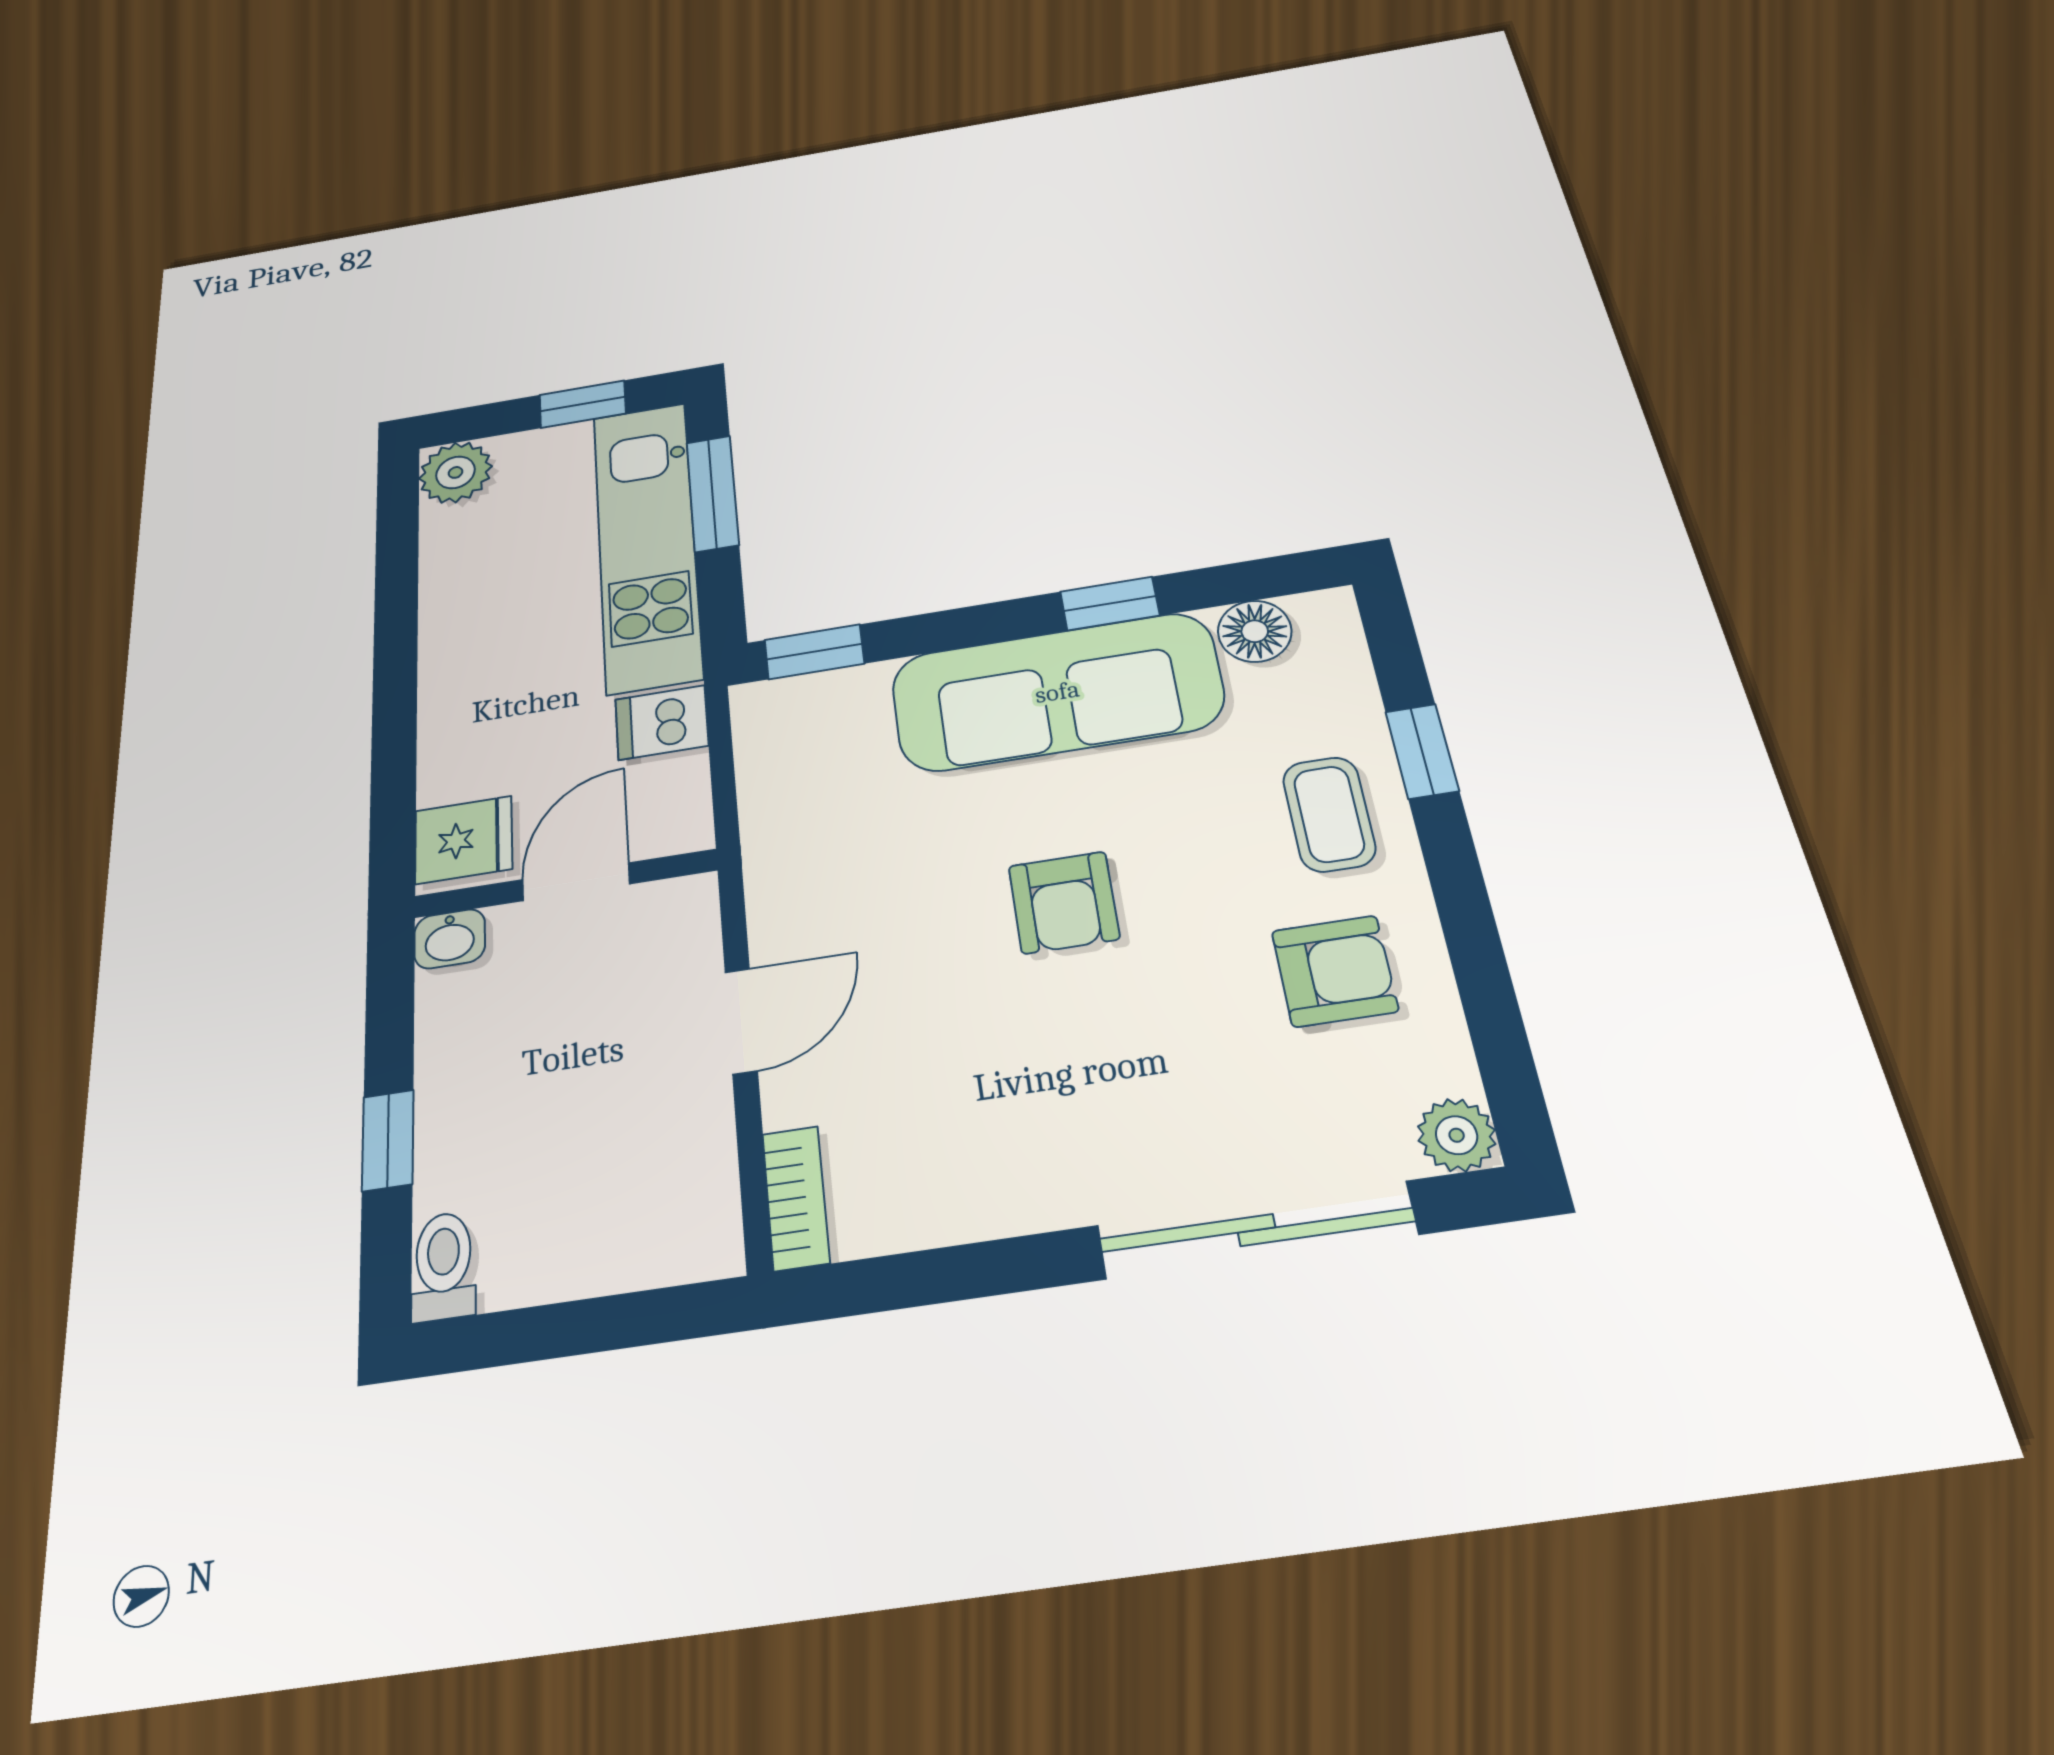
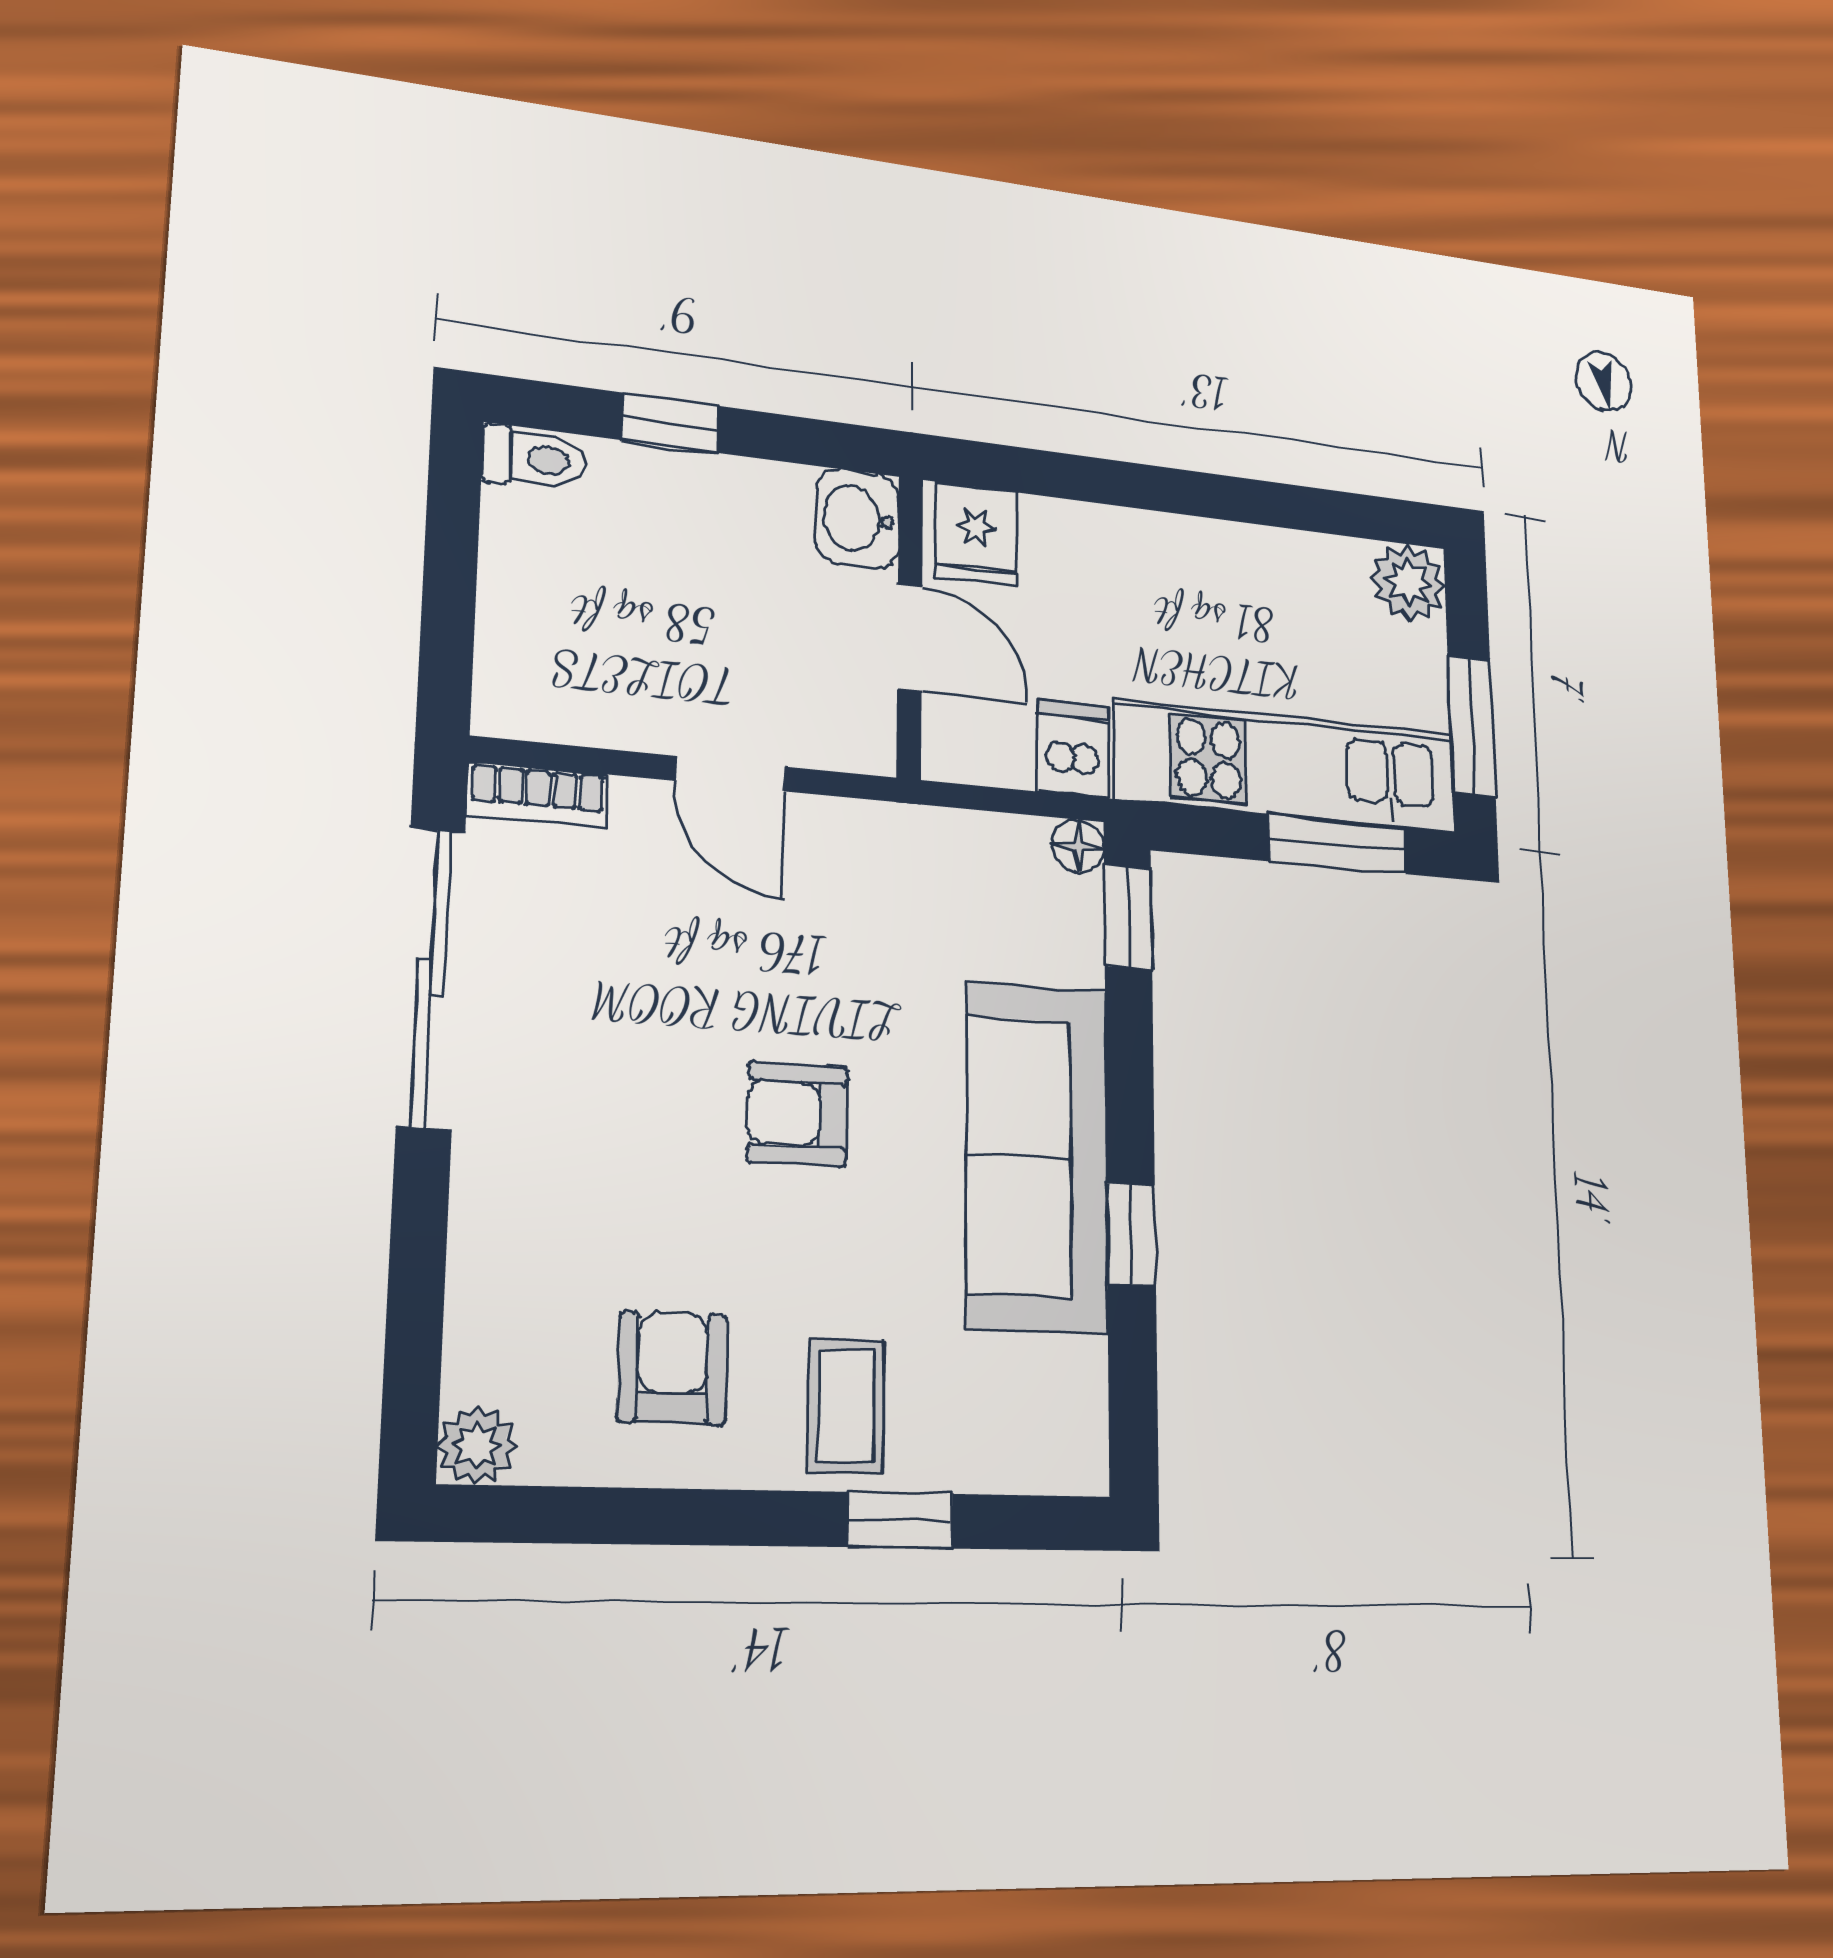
window: (583, 404) -> (1472, 726), width x1.50
floor lamp: (1255, 631) -> (1078, 846), moved, width x0.73, depth x0.73
coffee table: (1329, 814) -> (846, 1406), turned 90
washbasin: (450, 939) -> (857, 519), width x1.38, depth x1.45
armchair: (1335, 971) -> (672, 1368), turned 180
sliding door: (1257, 1230) -> (431, 977), moved

